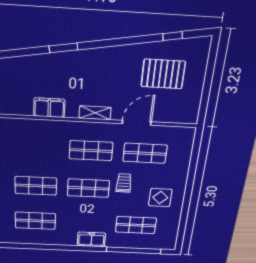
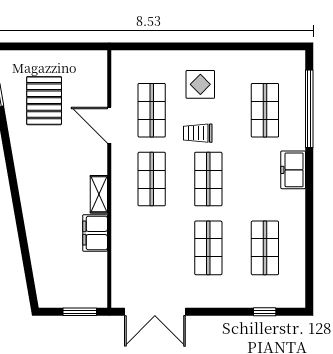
window: (63, 48) -> (19, 219), removed
shelving: (95, 113) -> (99, 194), moved
display table: (160, 198) -> (200, 84), moved

